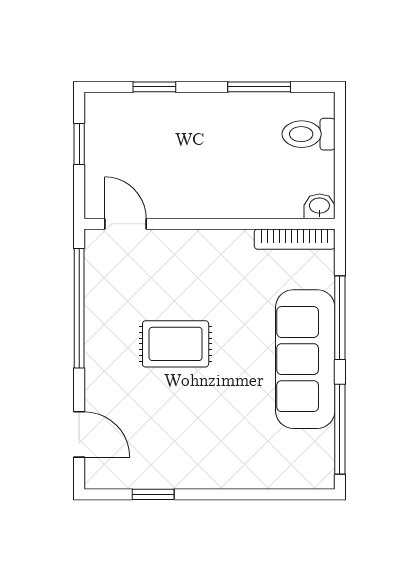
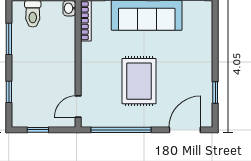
rug: (176, 344) -> (139, 81), width x1.36, depth x1.43
door: (79, 434) -> (185, 130), width x1.37

